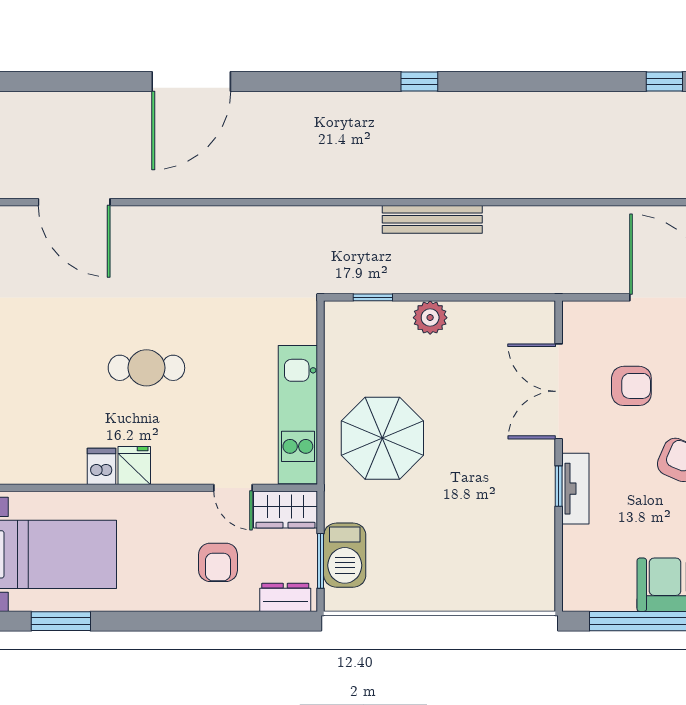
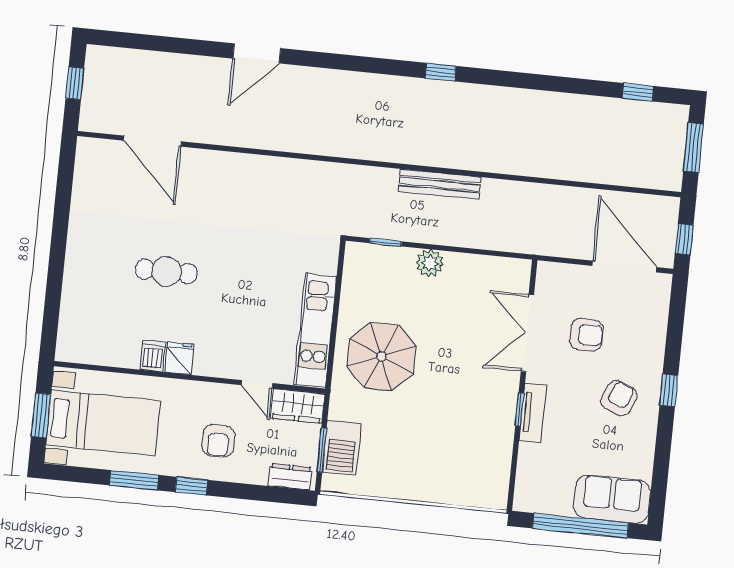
door: (191, 82) -> (257, 53), width x0.73
cafe table: (146, 368) -> (166, 271), moved
armchair: (218, 562) -> (218, 441), moved
window: (61, 621) -> (134, 480), moved
window: (165, 621) -> (191, 486), added

